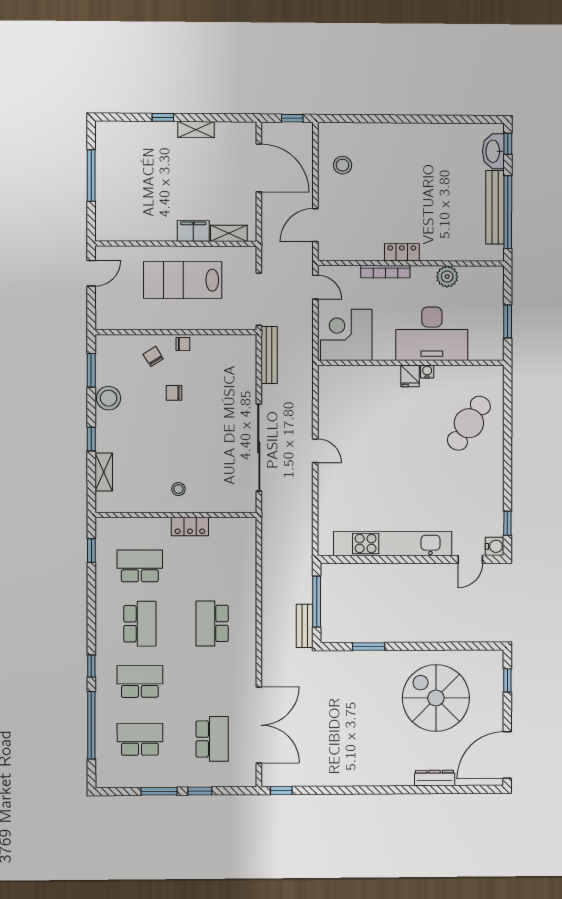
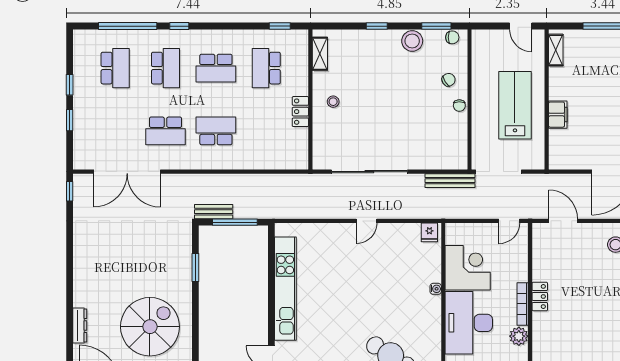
shelving: (229, 233) -> (556, 50), moved
bookcase: (385, 272) -> (523, 304), moved
corner desk: (346, 335) -> (468, 268), moved
water cooler: (427, 372) -> (436, 289), moved
fridge: (410, 376) -> (429, 232), moved, turned -90
chair: (174, 393) -> (452, 37), moved, turned 90
shelving: (104, 472) -> (320, 54), moved, turned 90
school desk: (140, 566) -> (266, 68), turned 180
school desk: (212, 739) -> (166, 131), moved
window: (159, 791) -> (70, 85), width x0.67

